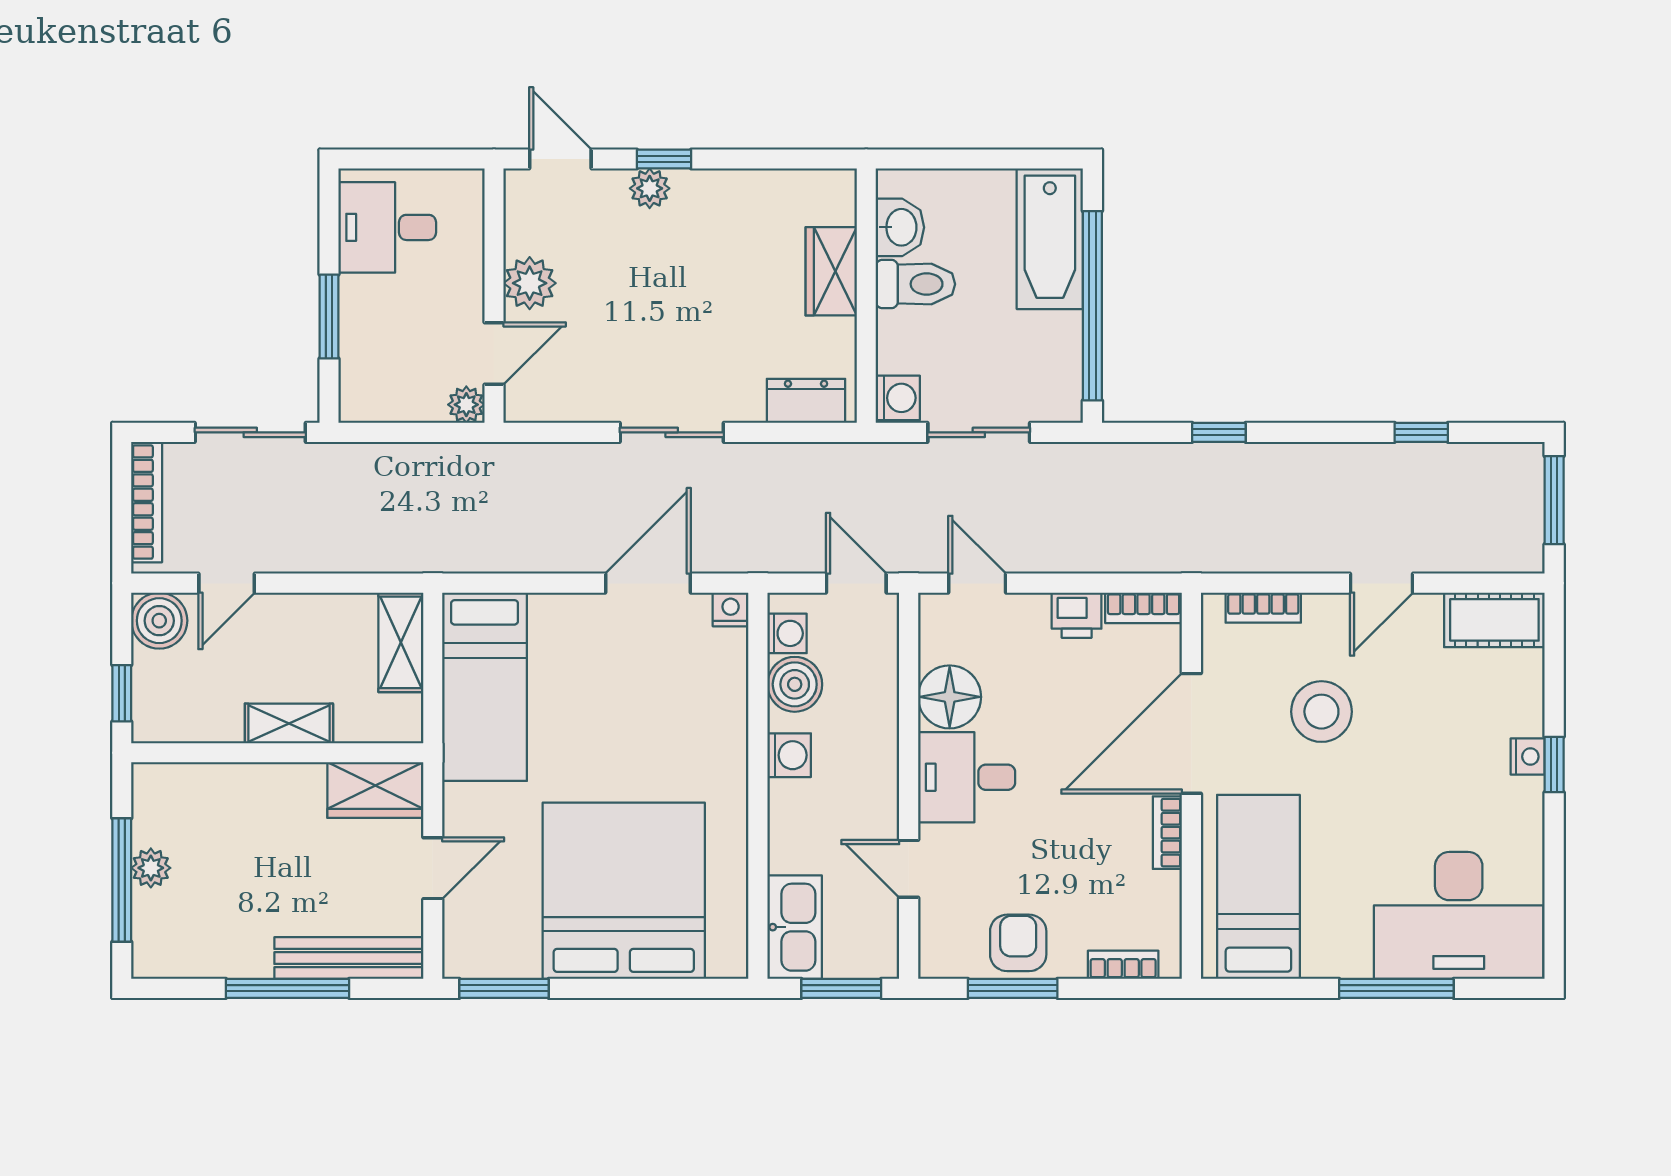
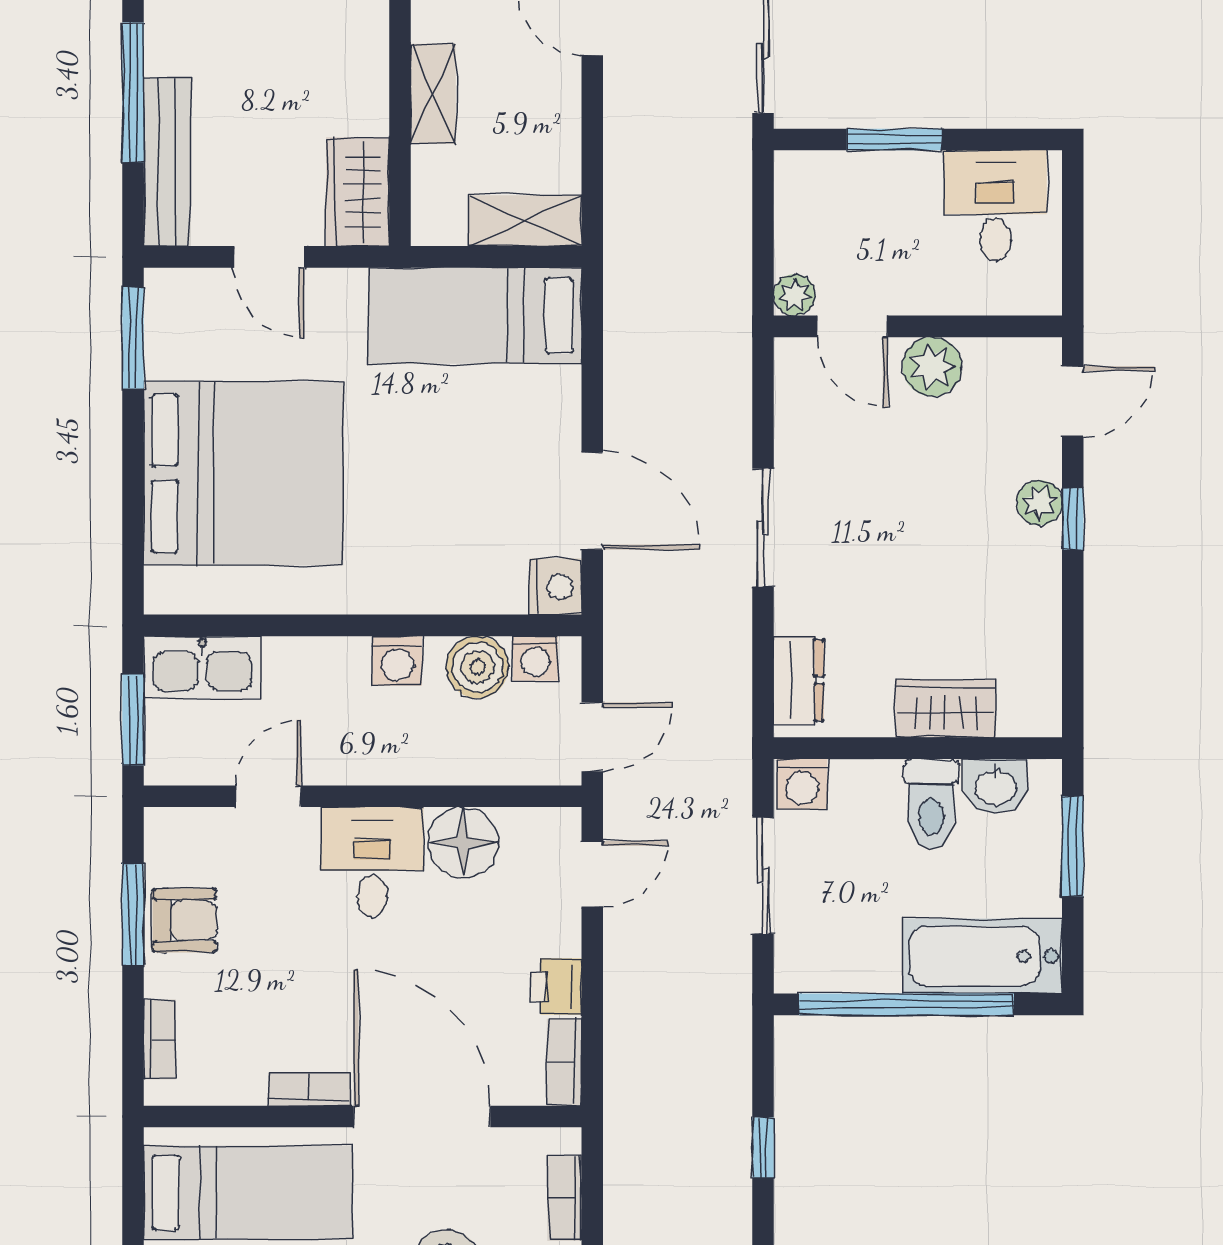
window: (953, 159) -> (1073, 846), added
nightstand: (731, 609) -> (556, 587), width x1.39, depth x1.35

